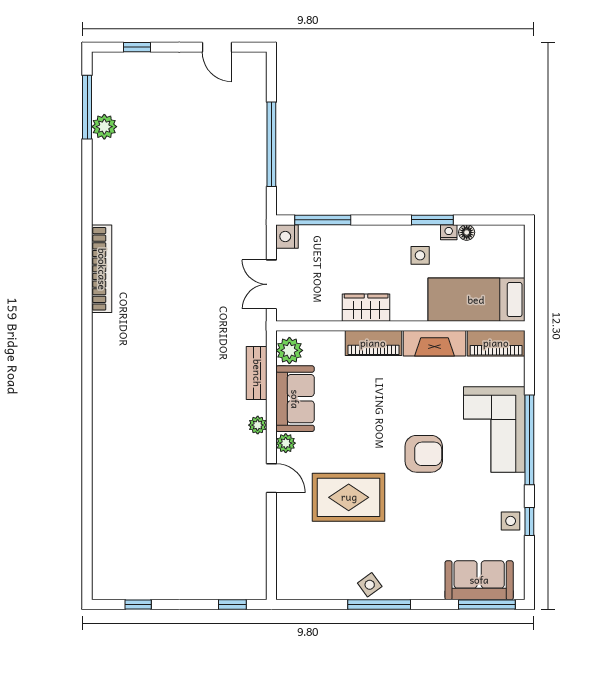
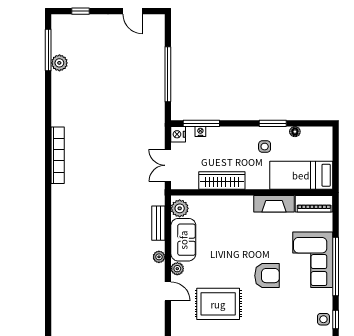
nightstand: (449, 232) -> (200, 132), moved
wardrobe: (366, 308) -> (222, 180), width x1.50
piano: (373, 343) -> (234, 204), removed

